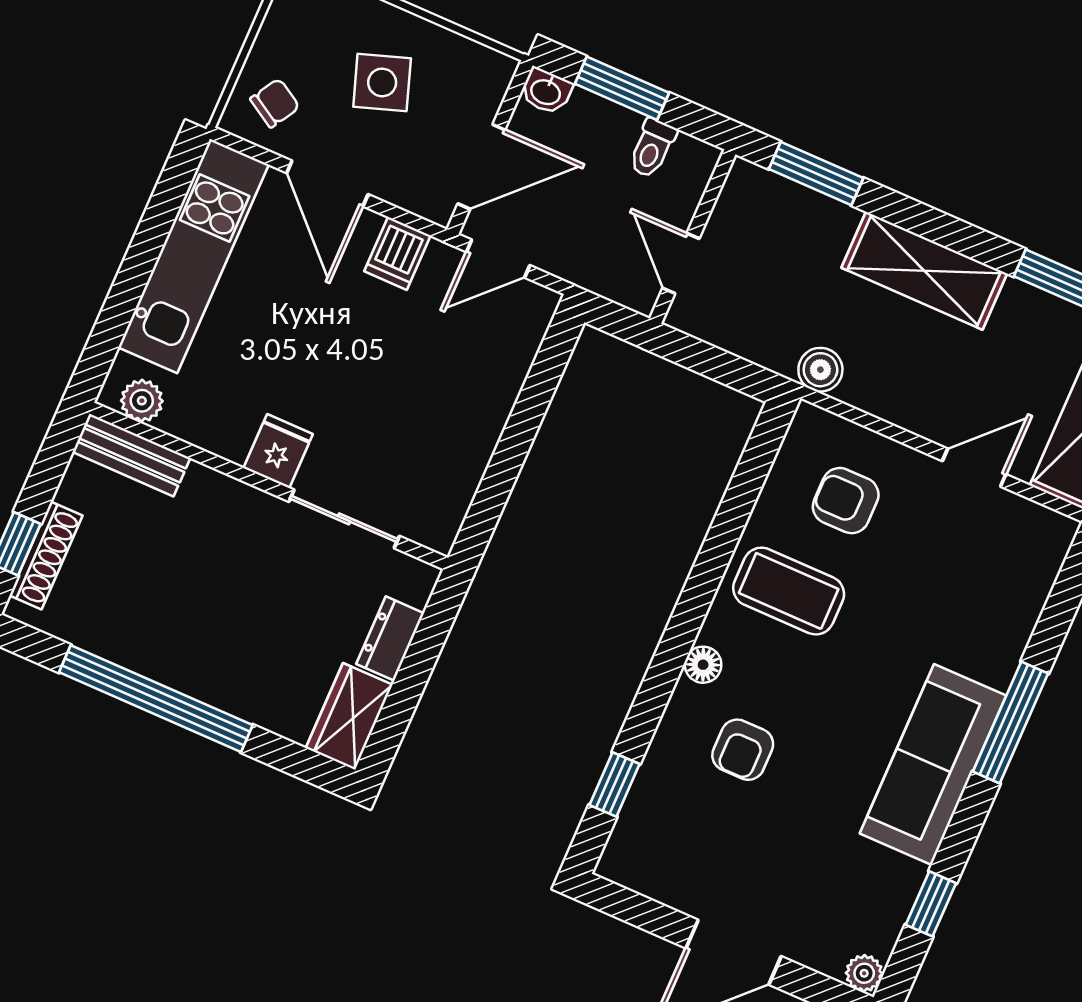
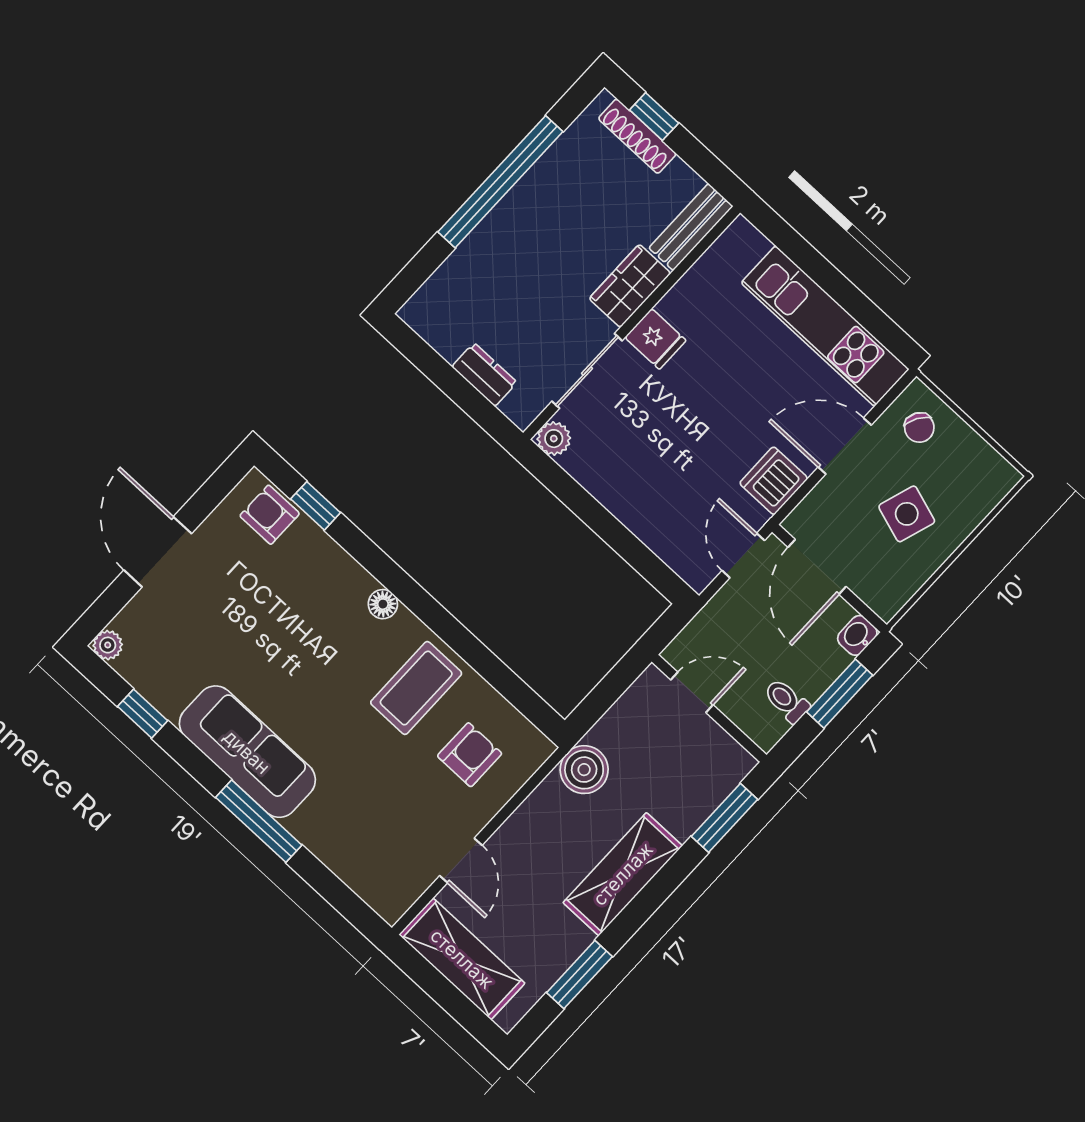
side table: (382, 82) -> (907, 514), turned 37
dishwasher: (397, 253) -> (774, 481), width x1.38
boiler: (820, 370) -> (584, 770), width x1.36, depth x1.36
plant: (142, 401) -> (554, 439), moved
wardrobe: (349, 716) -> (630, 286), moved, turned -90
armchair: (743, 750) -> (270, 515), moved

